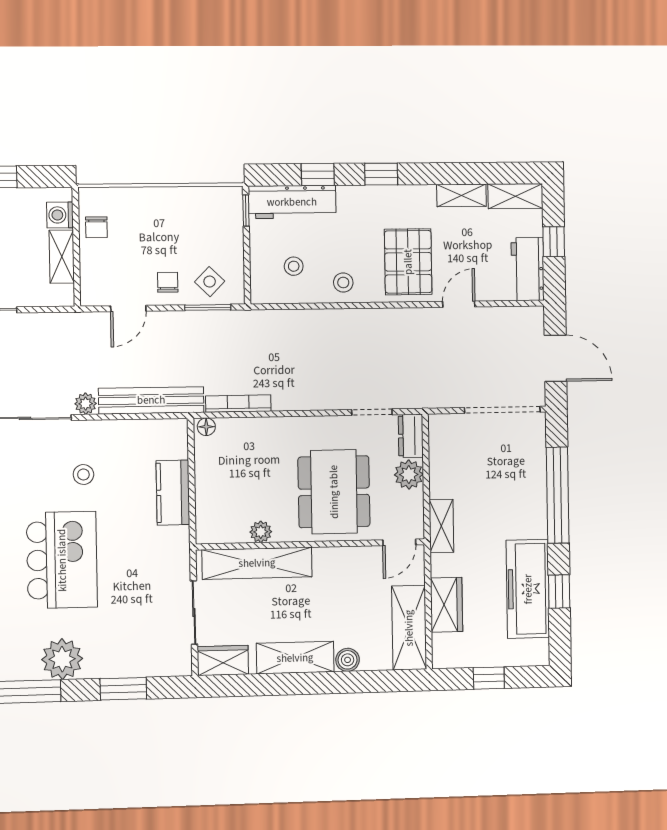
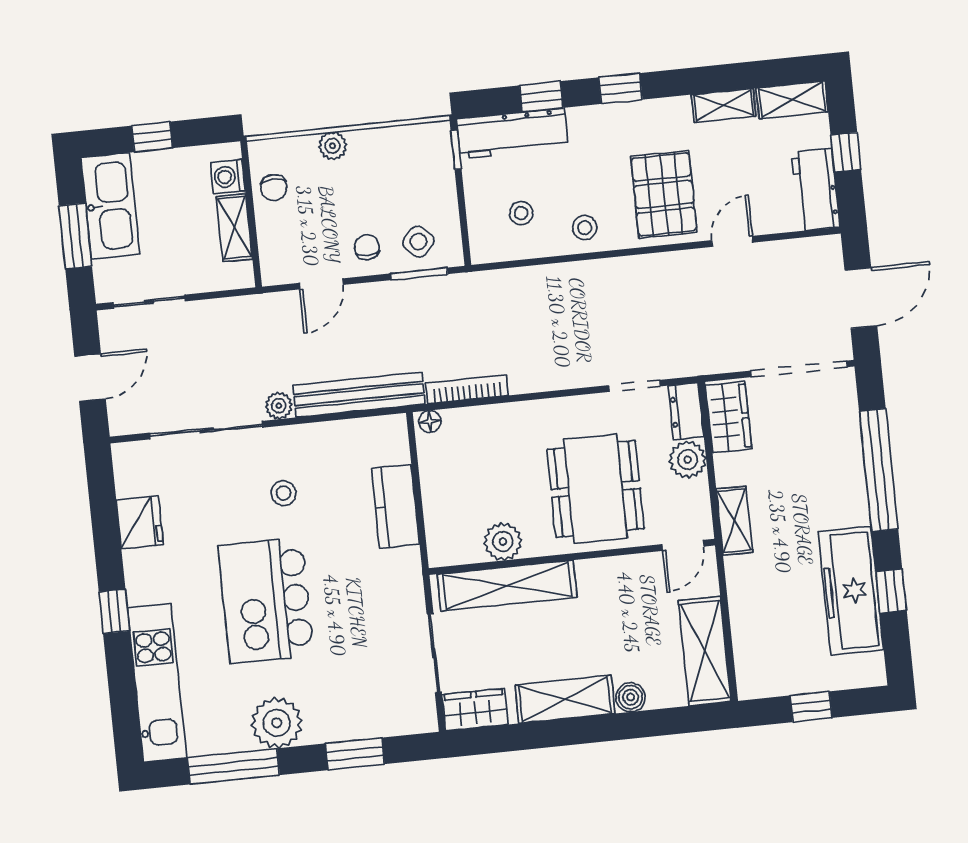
plant: (147, 198) -> (333, 146), added
door: (556, 358) -> (861, 298), hinge flipped
plant: (261, 532) -> (503, 542), width x1.38, depth x1.38
kitchen island: (62, 560) -> (266, 601), turned 180
wardrobe: (446, 605) -> (729, 417), moved

